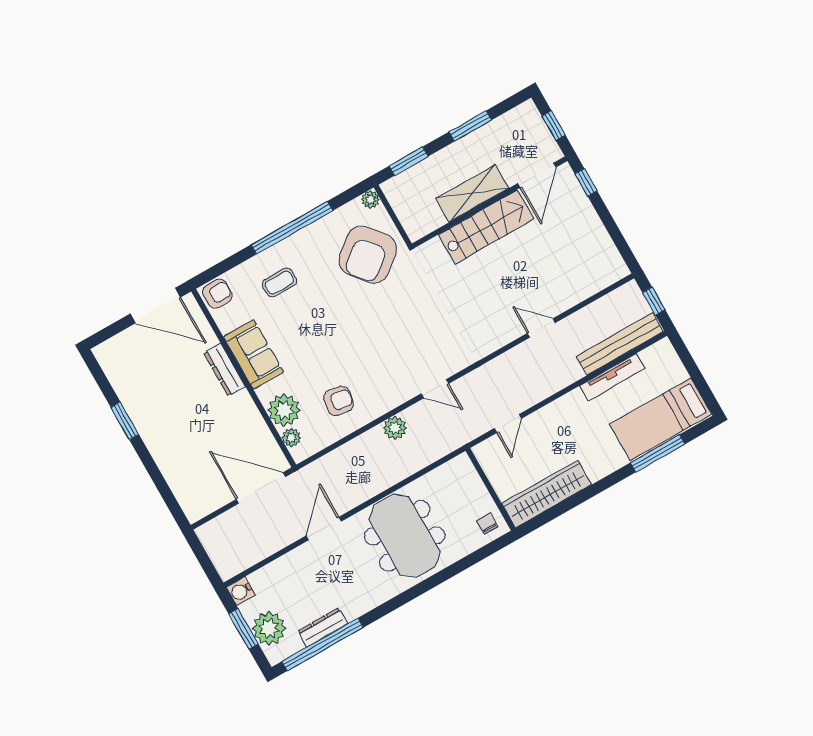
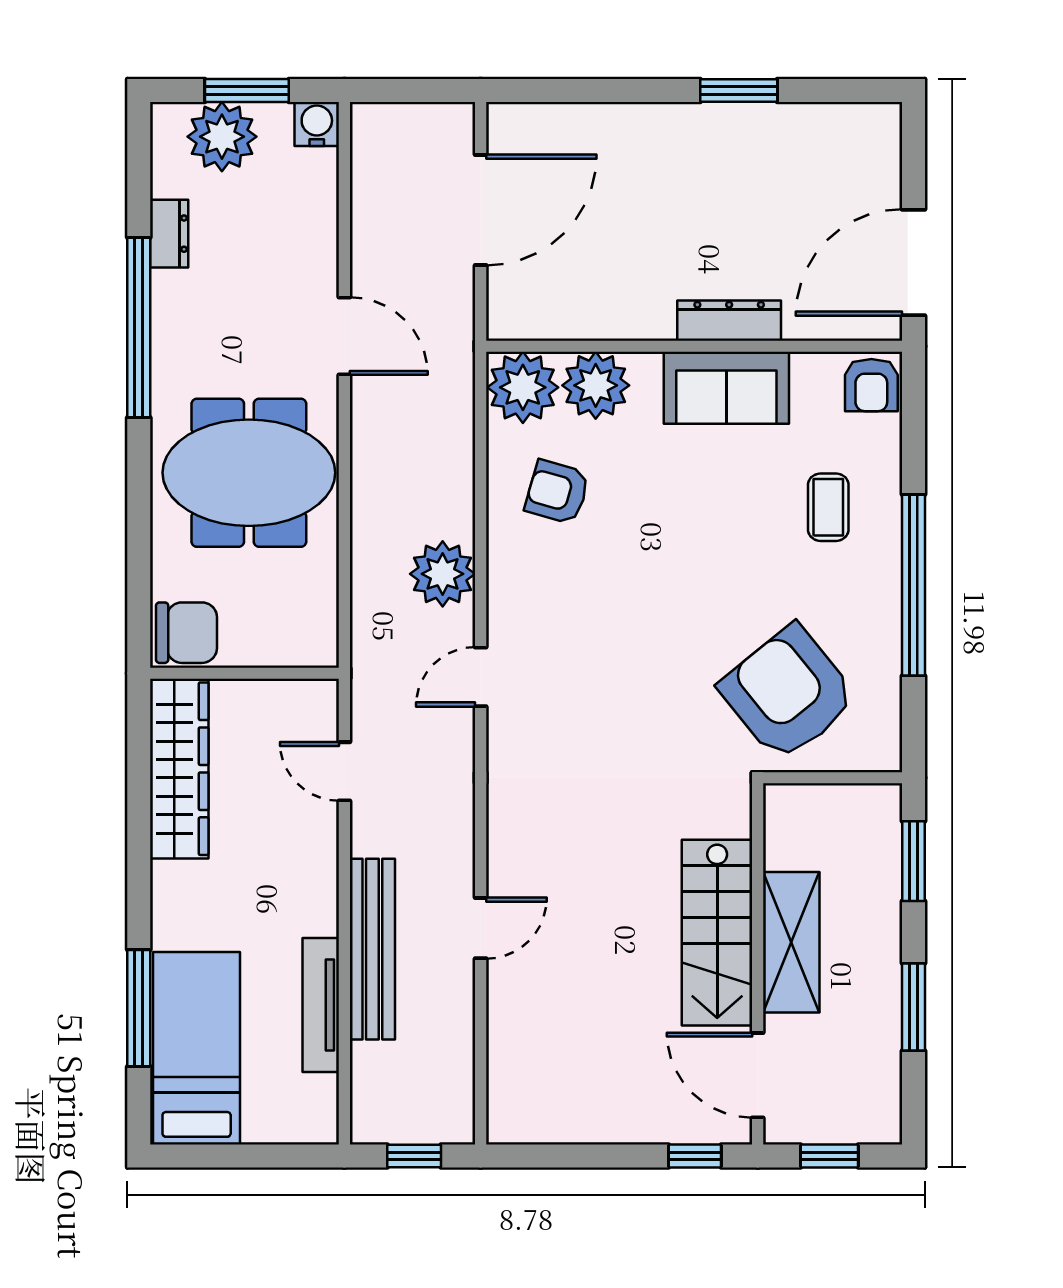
plant: (370, 200) -> (884, 754), removed
bench: (620, 344) -> (372, 949), moved
armchair: (338, 401) -> (557, 492), turned 97
plant: (395, 428) -> (443, 574), width x1.36, depth x1.36
plant: (291, 438) -> (523, 387), width x1.87, depth x1.87
door: (261, 488) -> (481, 210), moved
chair: (487, 524) -> (186, 633), width x1.87, depth x1.87
dresser: (323, 627) -> (169, 234), width x0.70
window: (323, 644) -> (139, 328), moved

